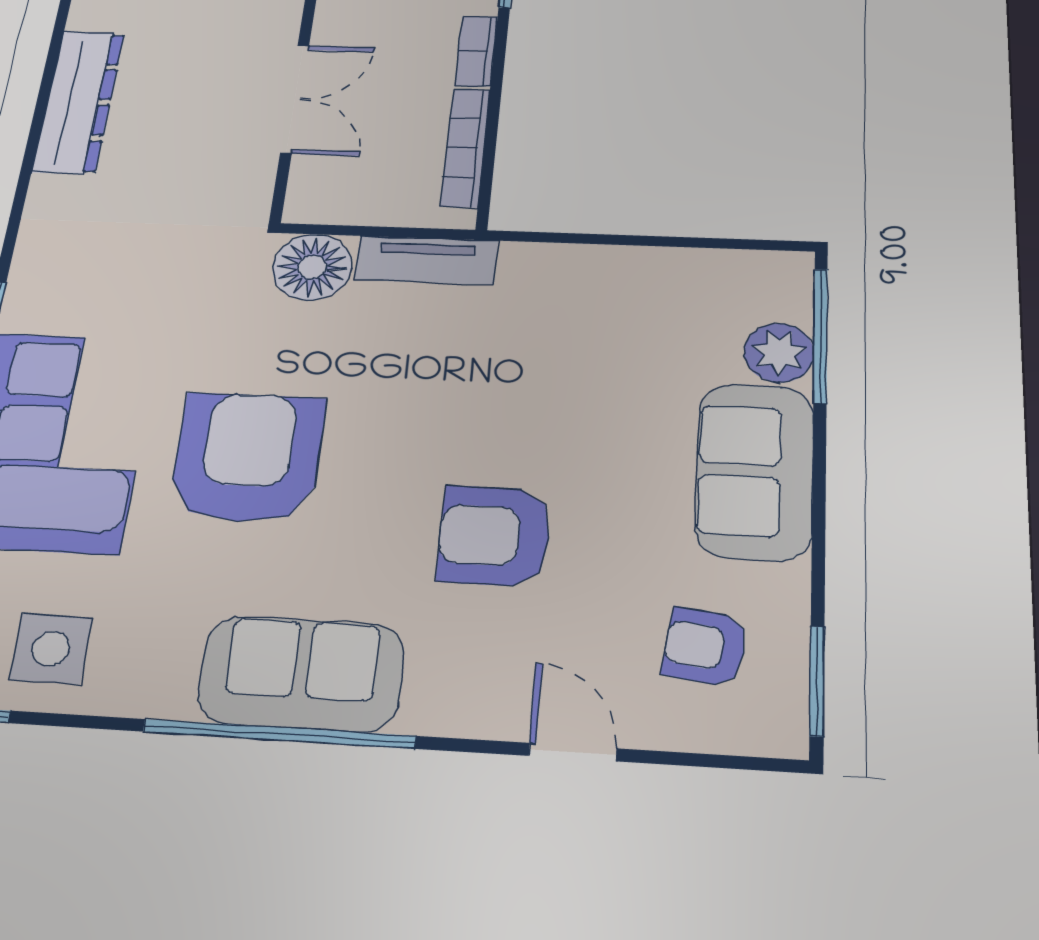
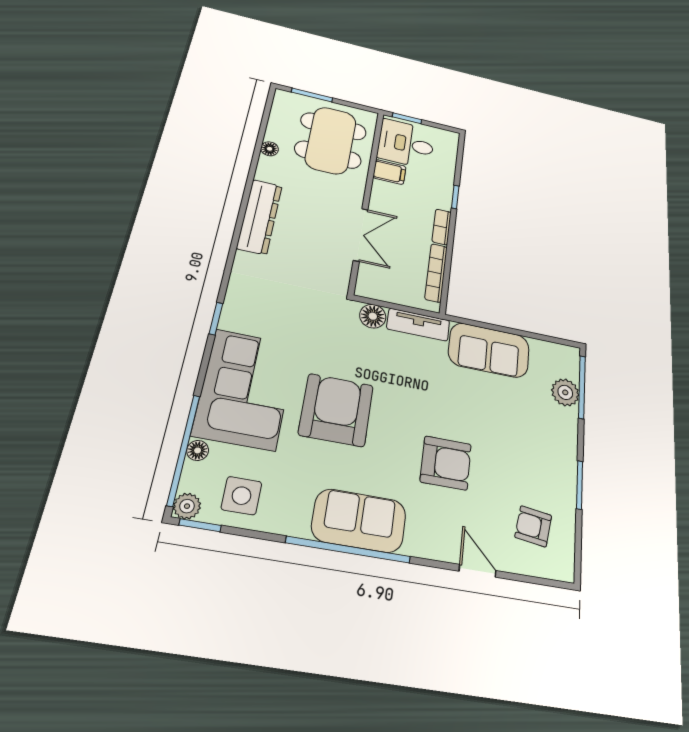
floor lamp: (312, 267) -> (373, 316), width x0.73, depth x0.73
sofa: (755, 471) -> (489, 350), moved, turned -90
armchair: (495, 536) -> (446, 463), turned 180
window: (817, 681) -> (580, 485), moved

